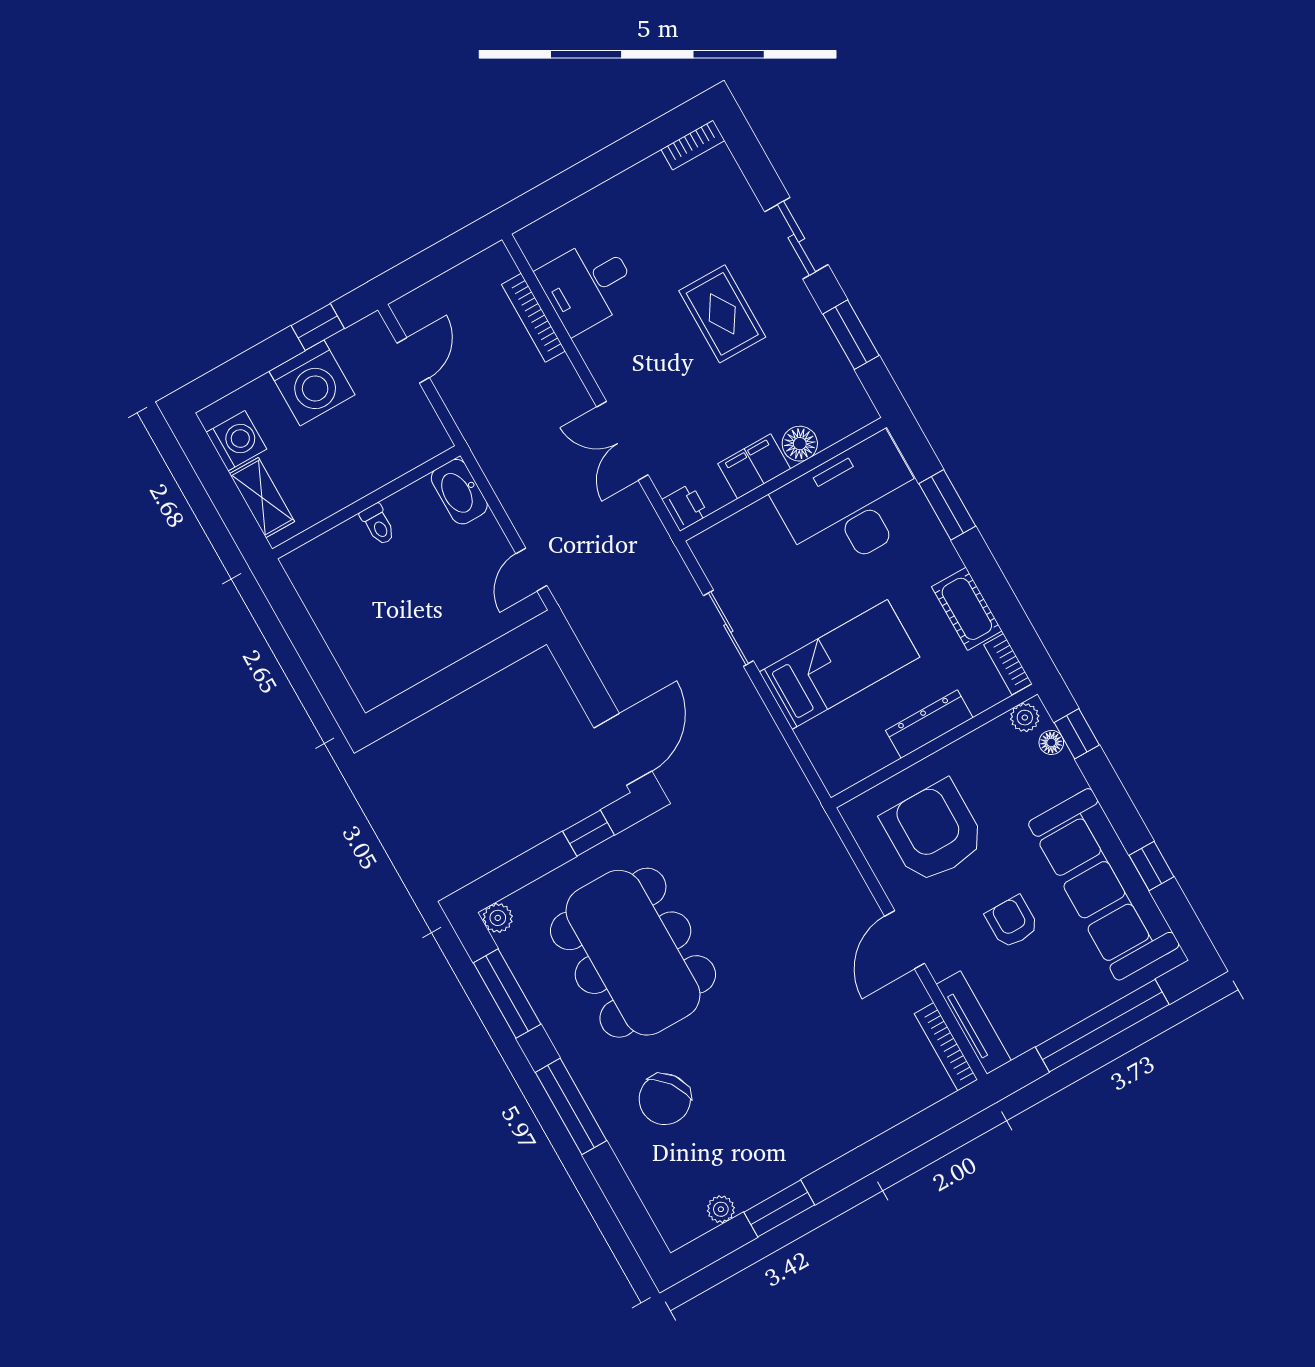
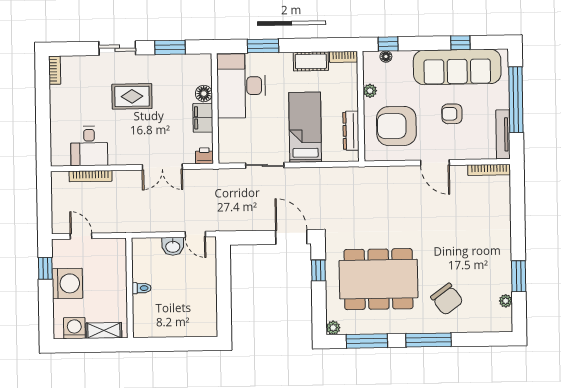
washbasin: (459, 492) -> (173, 246), moved, width x0.72
plant: (1025, 718) -> (370, 91), moved
dresser: (929, 724) -> (351, 131), moved
tv unit: (974, 1023) -> (503, 134), moved, turned -90

